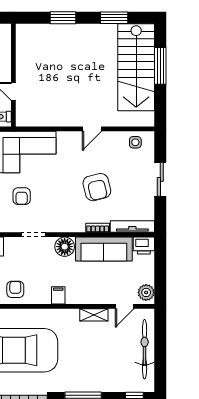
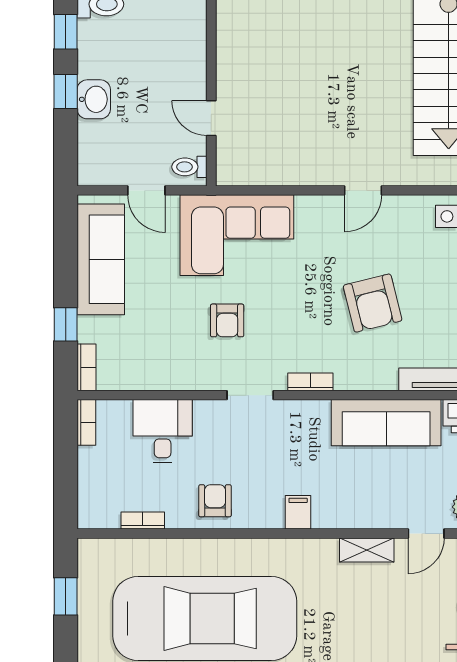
bookcase: (98, 228) -> (310, 382), moved
floor lamp: (65, 247) -> (310, 418), removed

